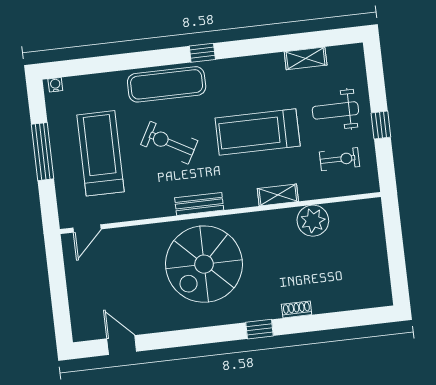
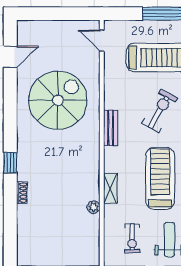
plant: (313, 221) -> (93, 207), width x0.53, depth x0.53
spiral stairs: (204, 264) -> (58, 100), moved, turned 90

